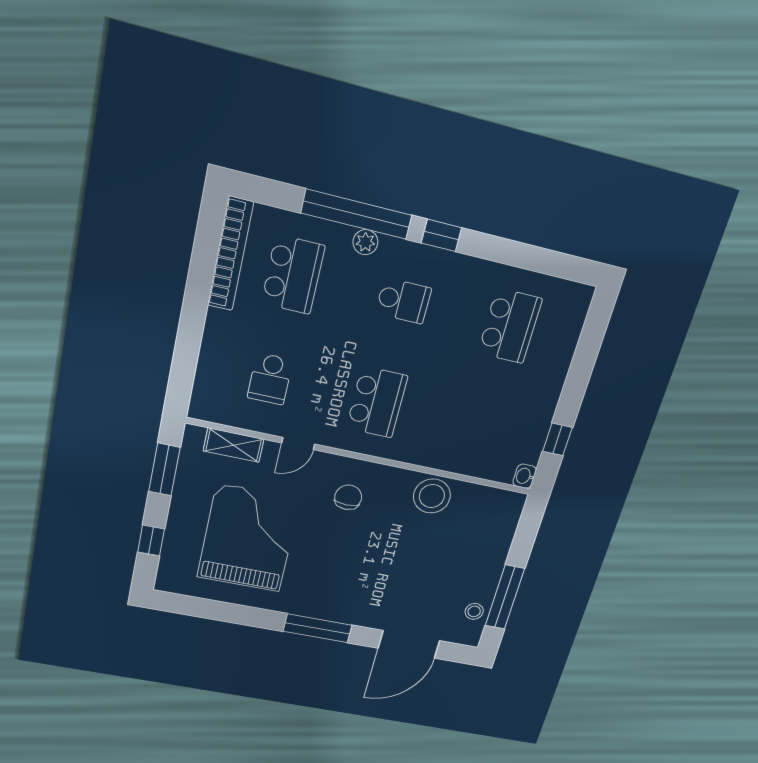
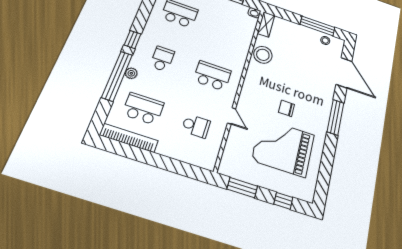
shelving: (234, 445) -> (266, 24), moved
chair: (348, 497) -> (286, 108), moved

